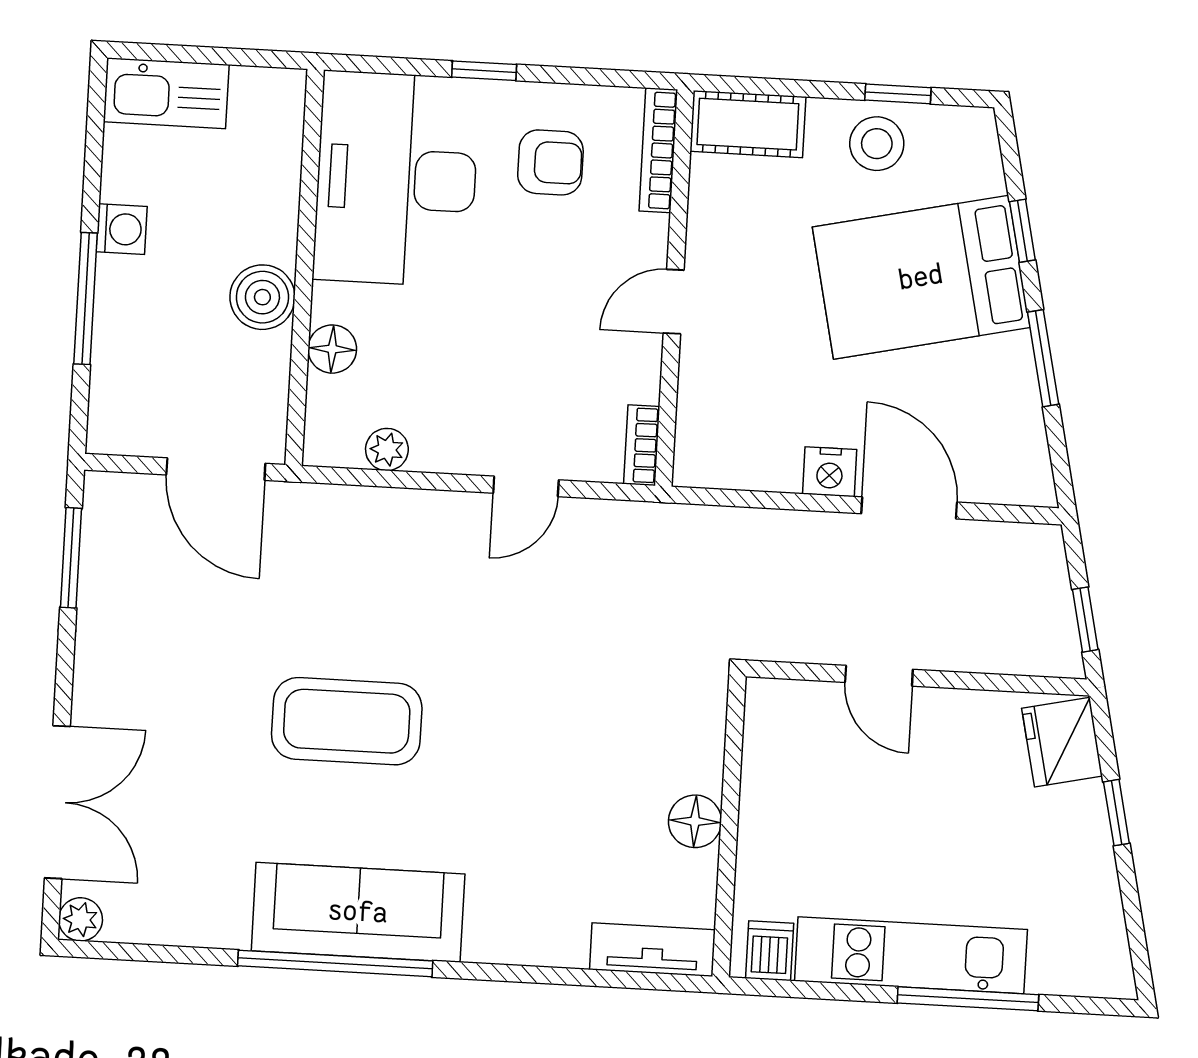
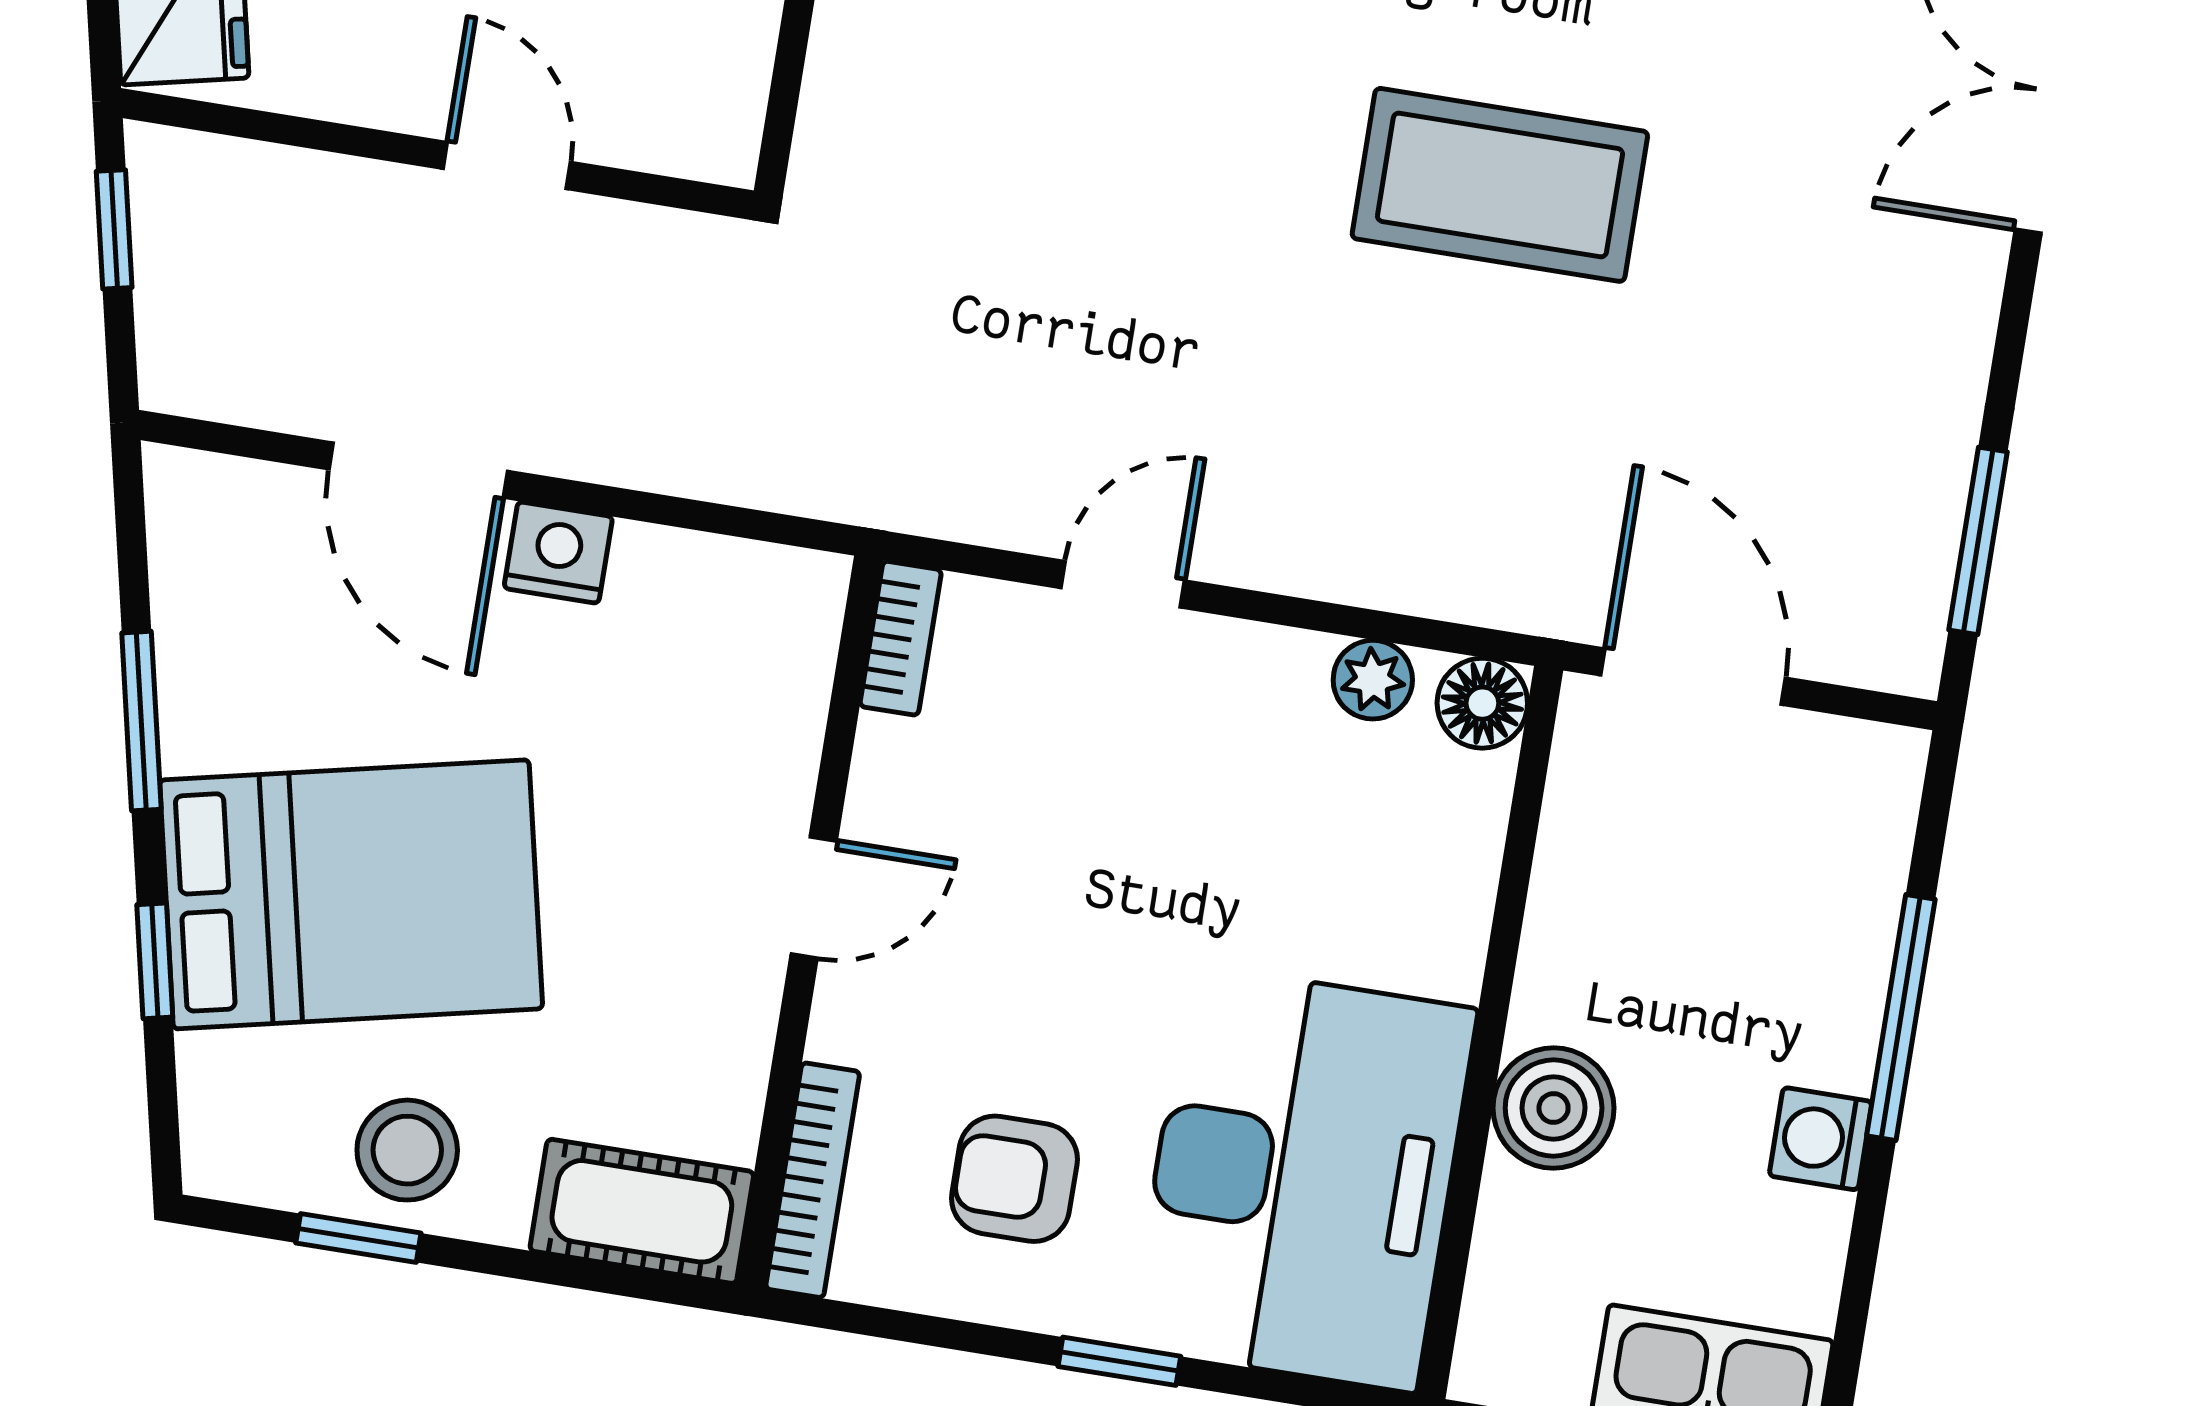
boiler: (262, 297) -> (1554, 1108), moved
floor lamp: (332, 349) -> (1482, 703), moved

